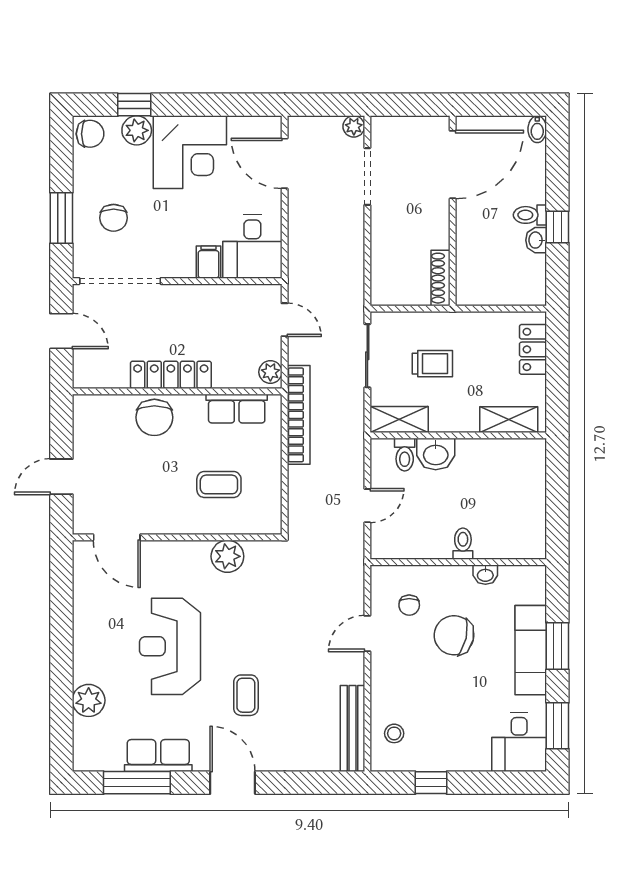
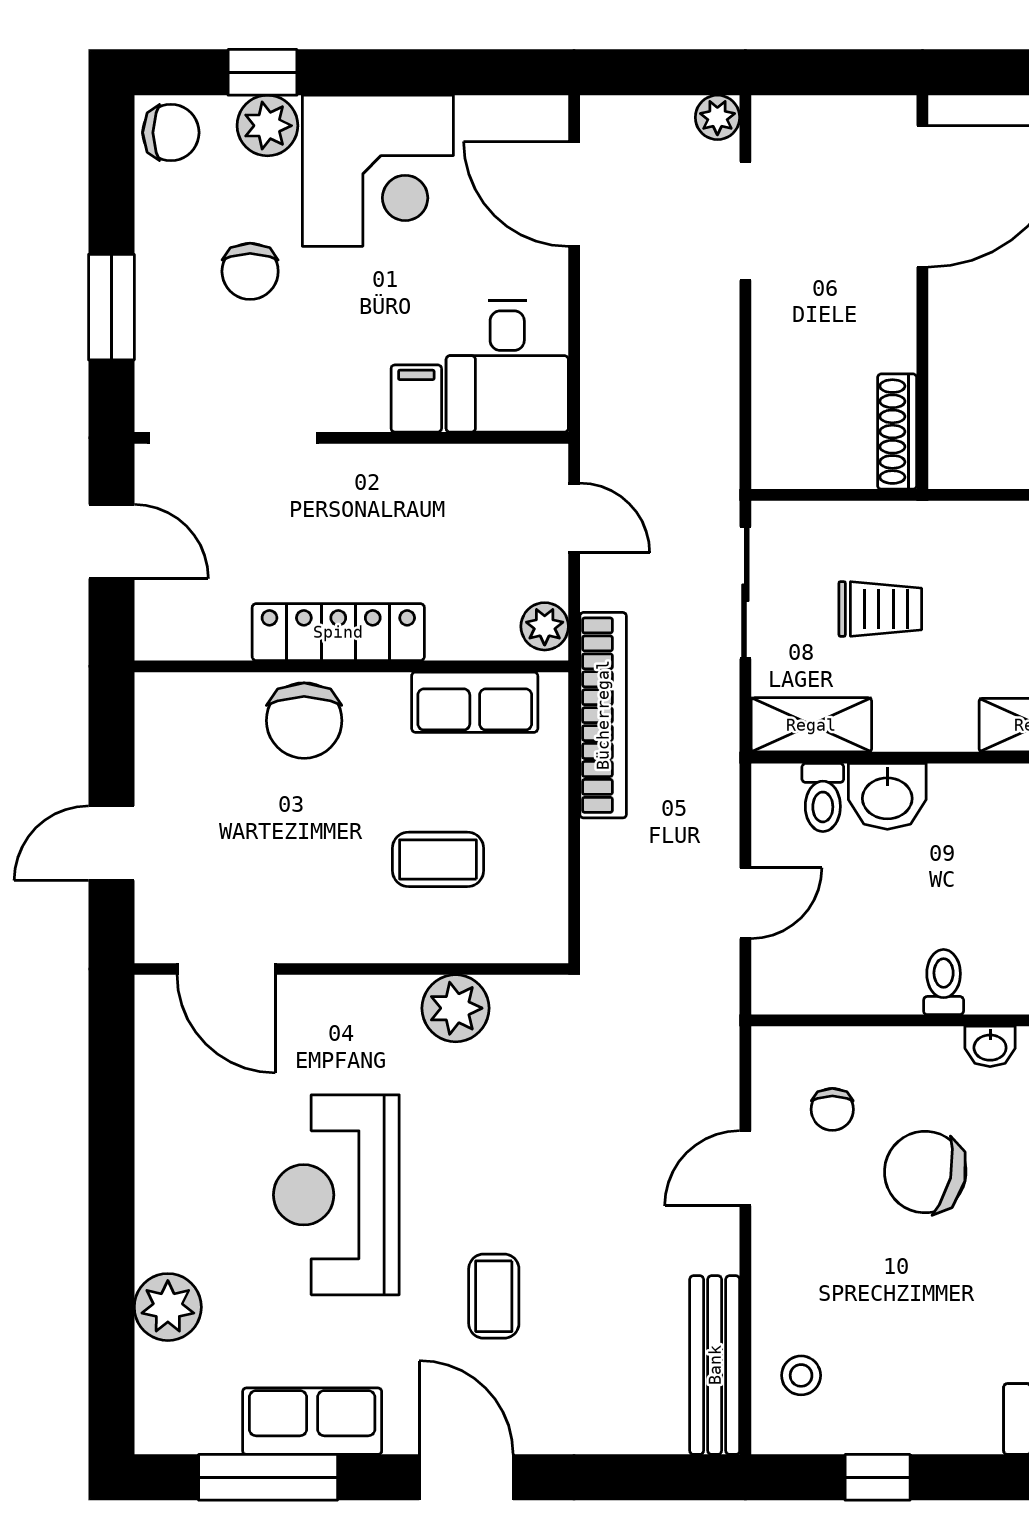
chair: (114, 218) -> (250, 271), moved

